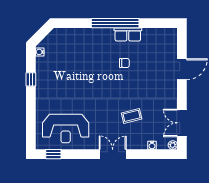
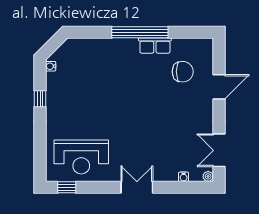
chair: (124, 63) -> (183, 72), moved, width x1.87, depth x1.87
coffee table: (132, 116) -> (159, 142), removed

